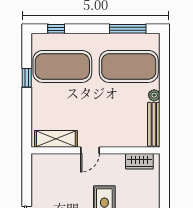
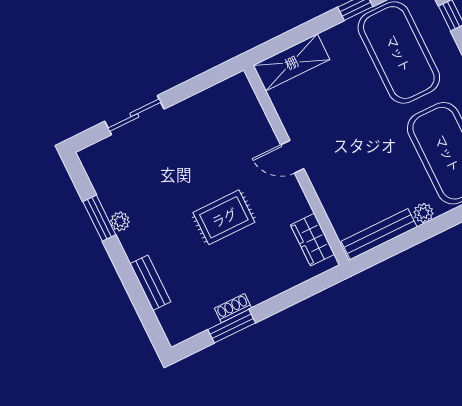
shelving: (56, 139) -> (291, 62), moved, turned 90

